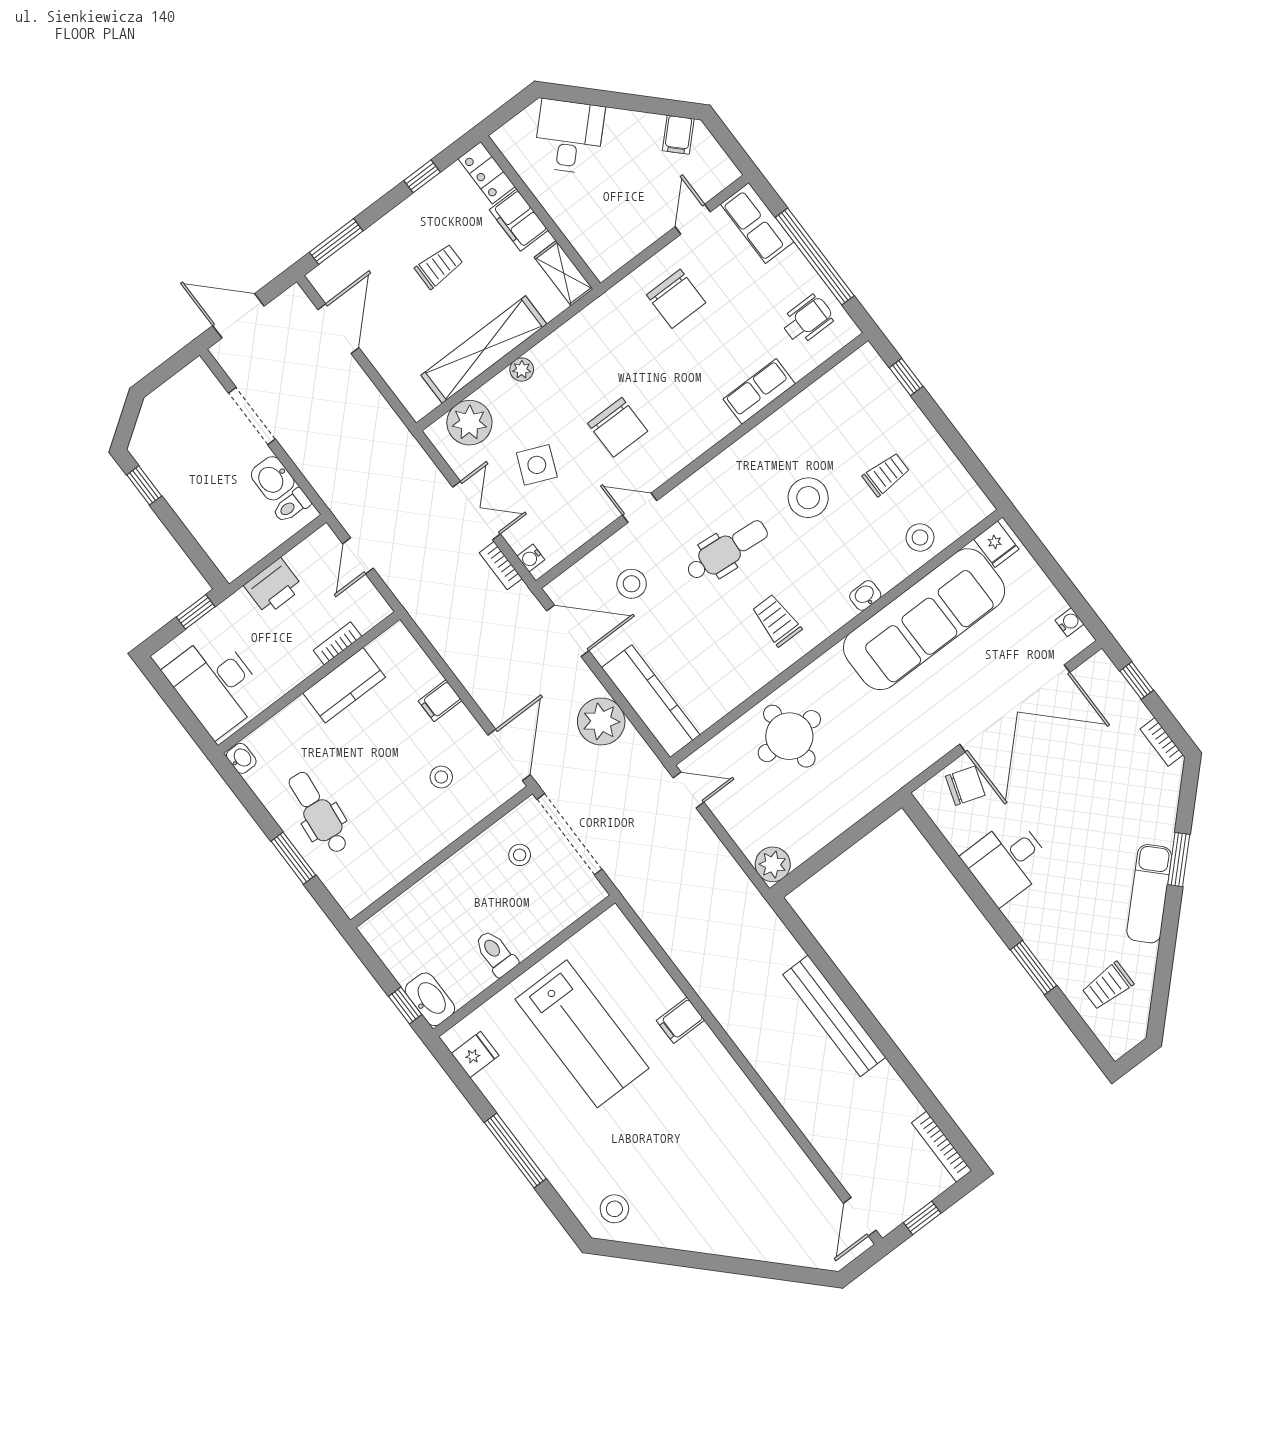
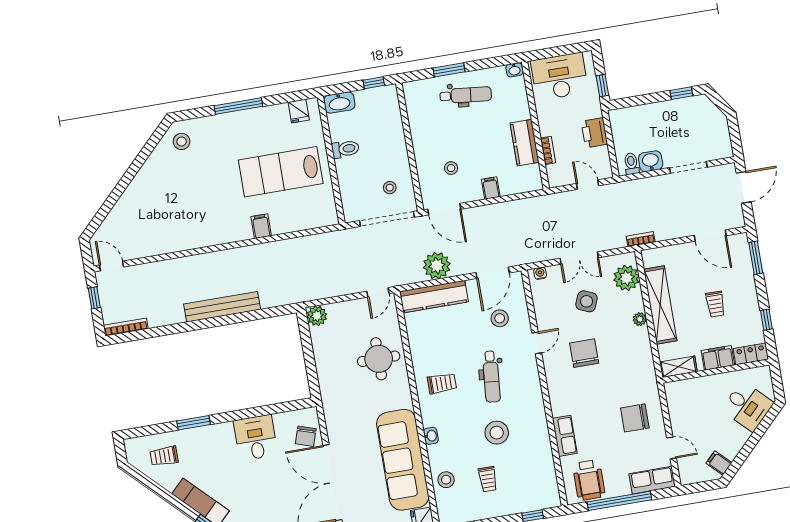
wheelchair: (807, 320) -> (589, 480), width x1.36, depth x1.37
chair: (618, 427) -> (584, 353), turned 90
bookcase: (501, 566) -> (641, 239), moved
trolley: (1108, 986) -> (164, 456), turned -90
window: (405, 1006) -> (374, 83), moved

